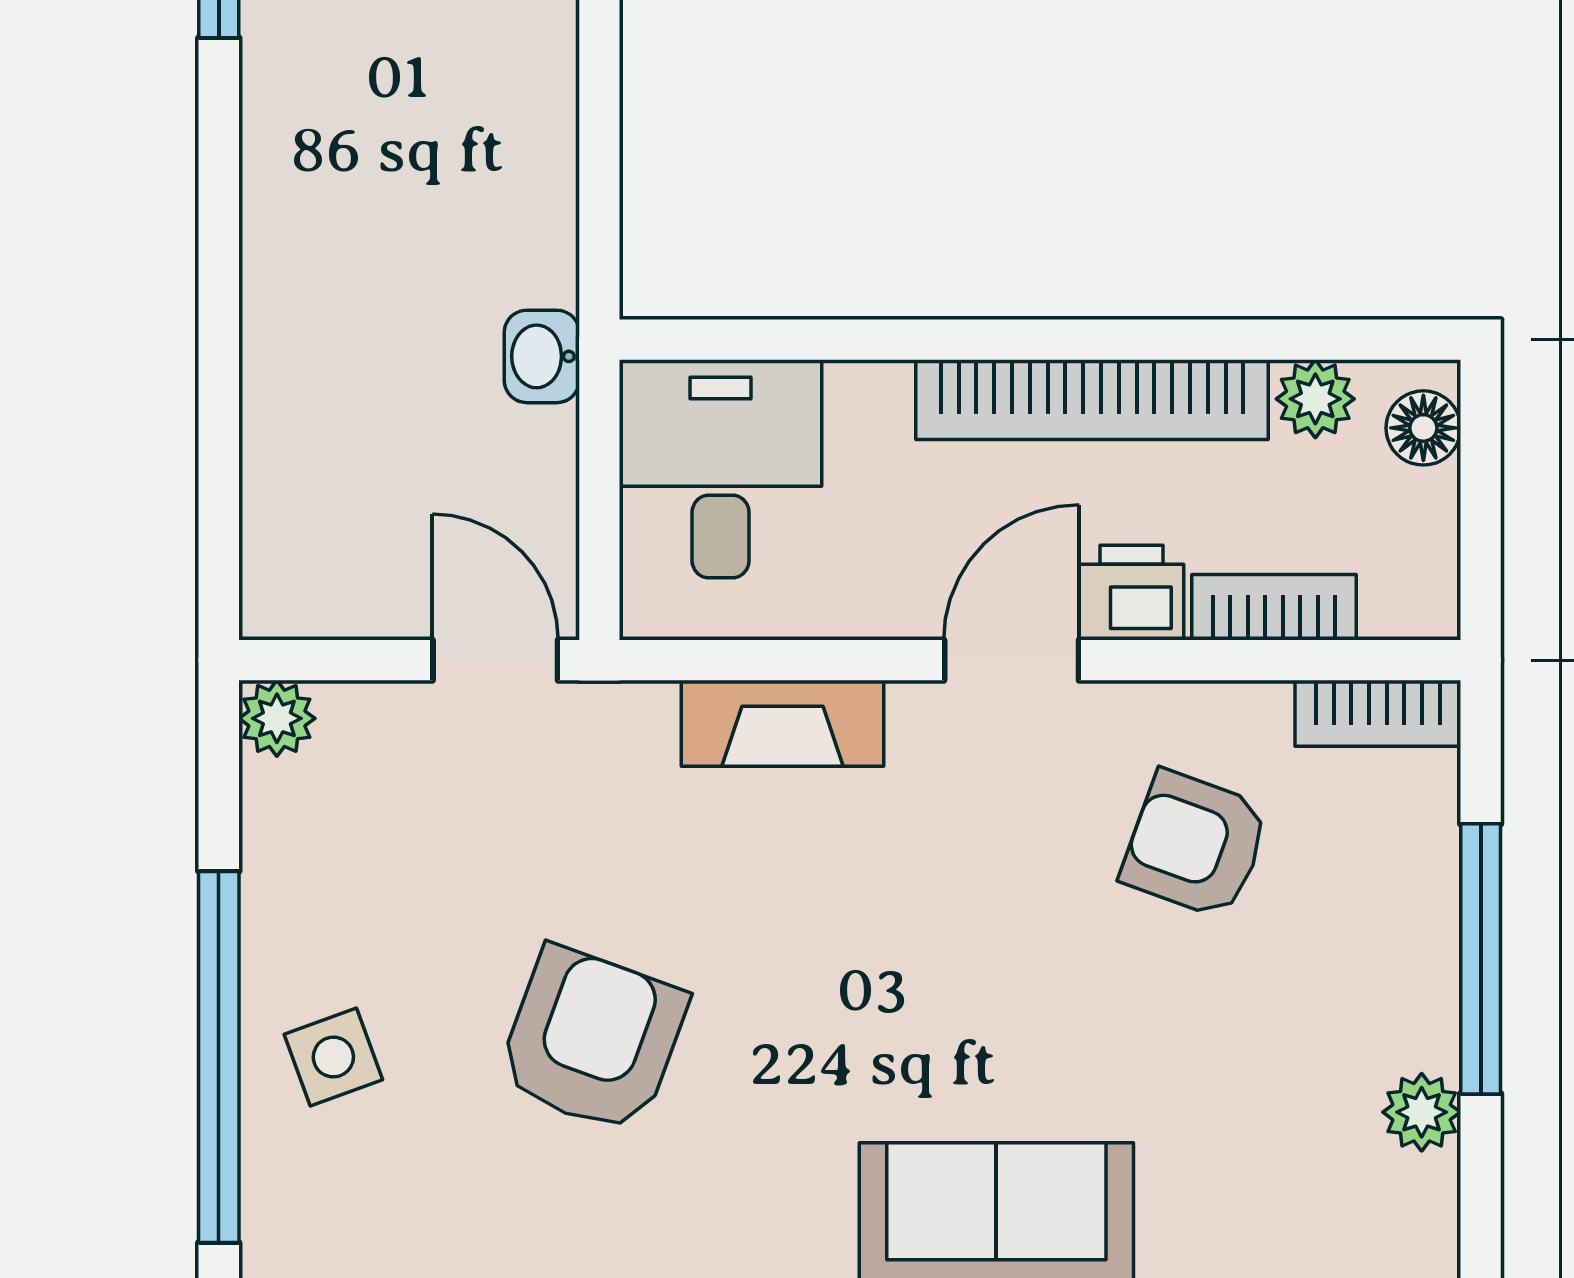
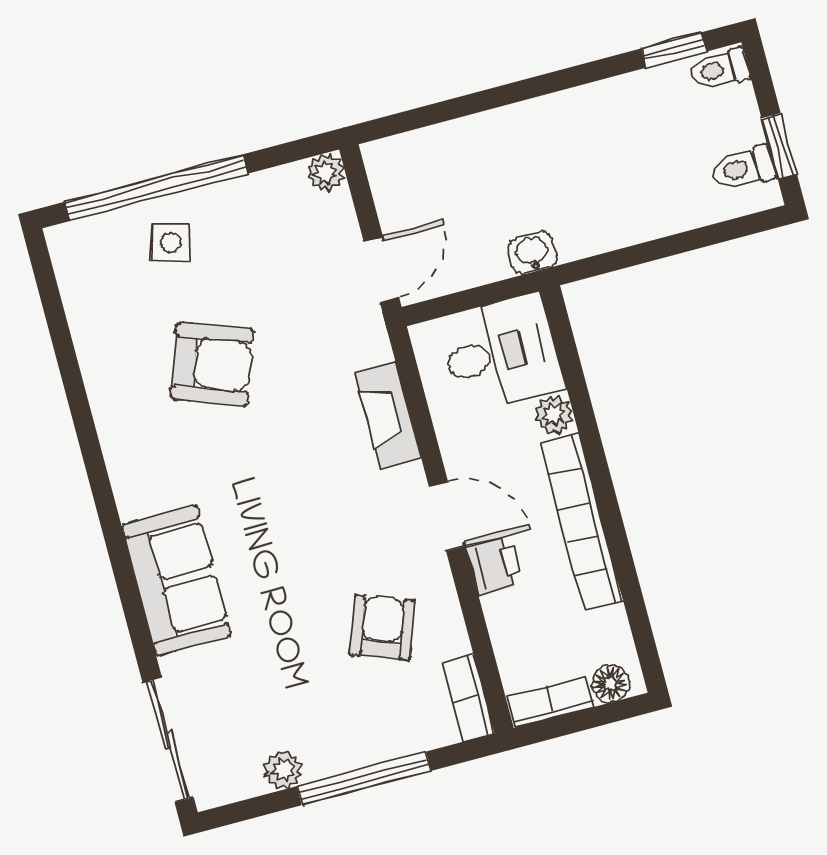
plant: (1315, 399) -> (554, 415), moved
bookcase: (1274, 607) -> (550, 702), moved, turned -90
side table: (333, 1057) -> (171, 242), turned 35

